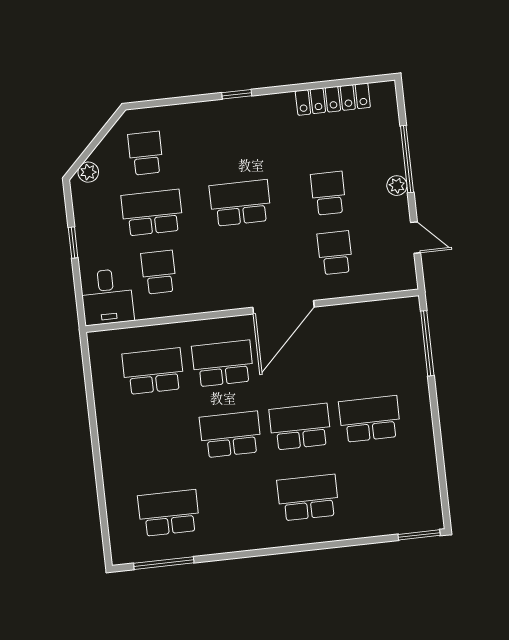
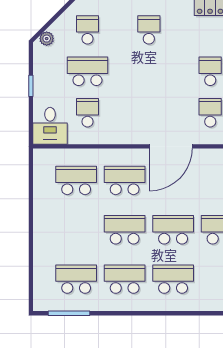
school desk: (240, 203) -> (149, 30), moved, width x0.54
school desk: (238, 505) -> (125, 279), added

